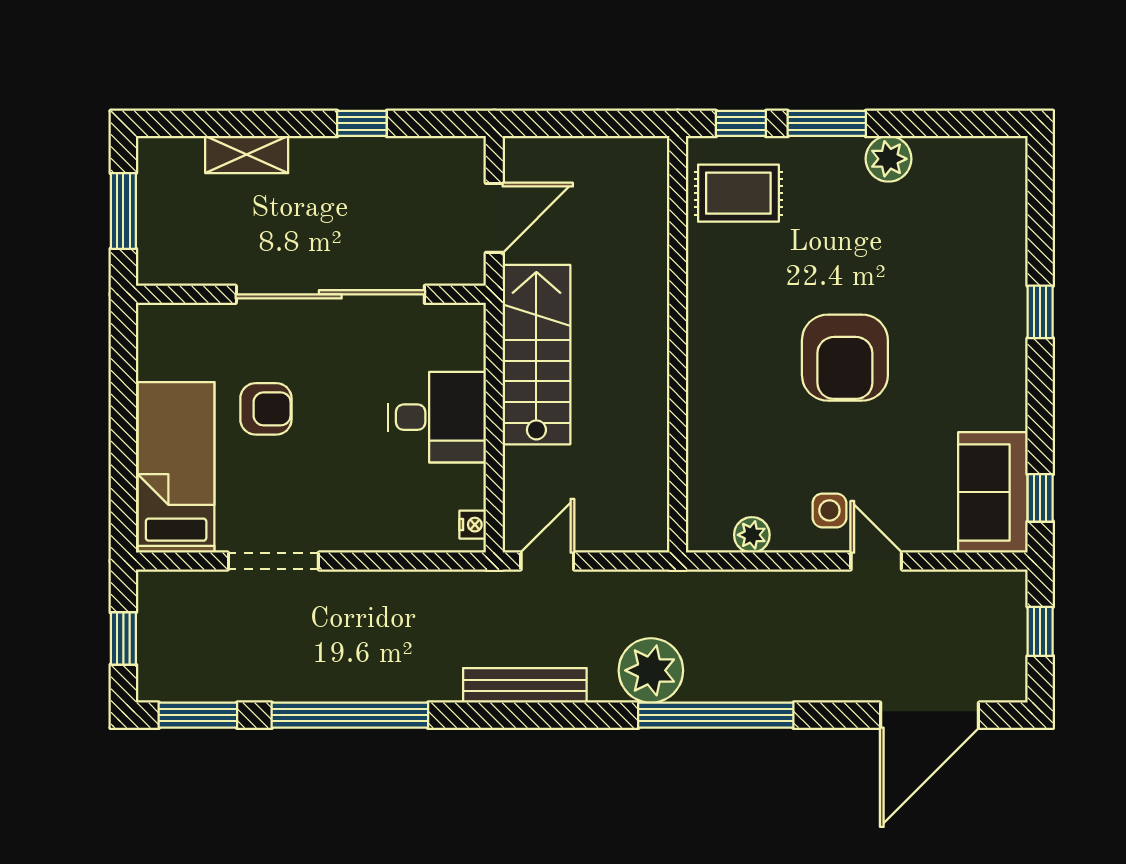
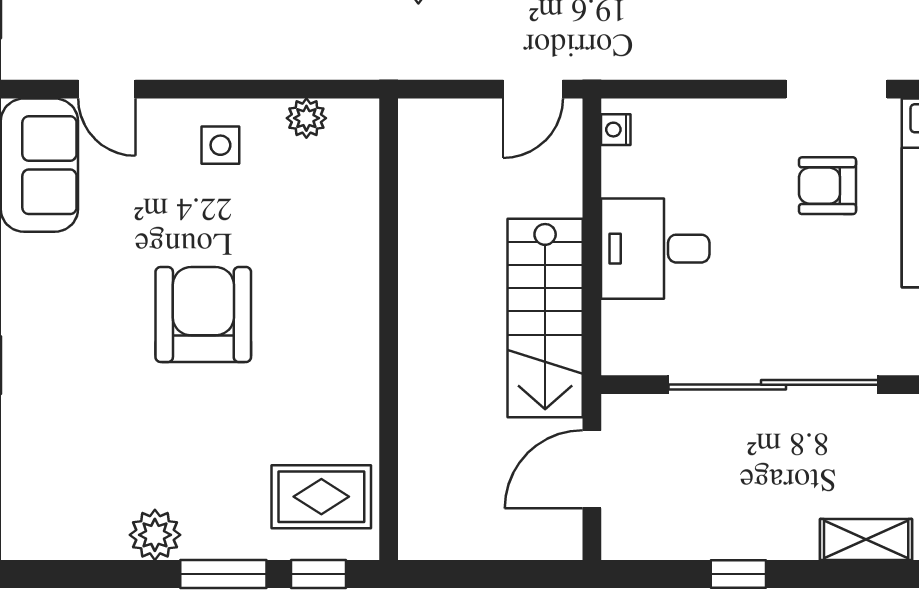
armchair: (266, 409) -> (827, 186), moved
door: (876, 561) -> (107, 89), moved

